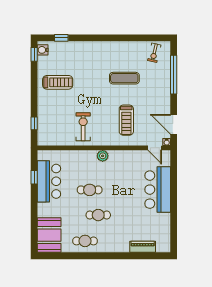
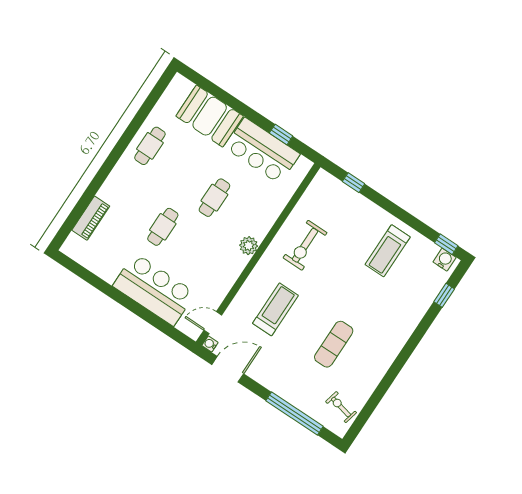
treadmill: (126, 120) -> (275, 309), turned 90
exercise bike: (83, 127) -> (305, 245), turned 90
cafe table: (98, 215) -> (163, 227), moved
booth: (49, 235) -> (210, 116), moved

